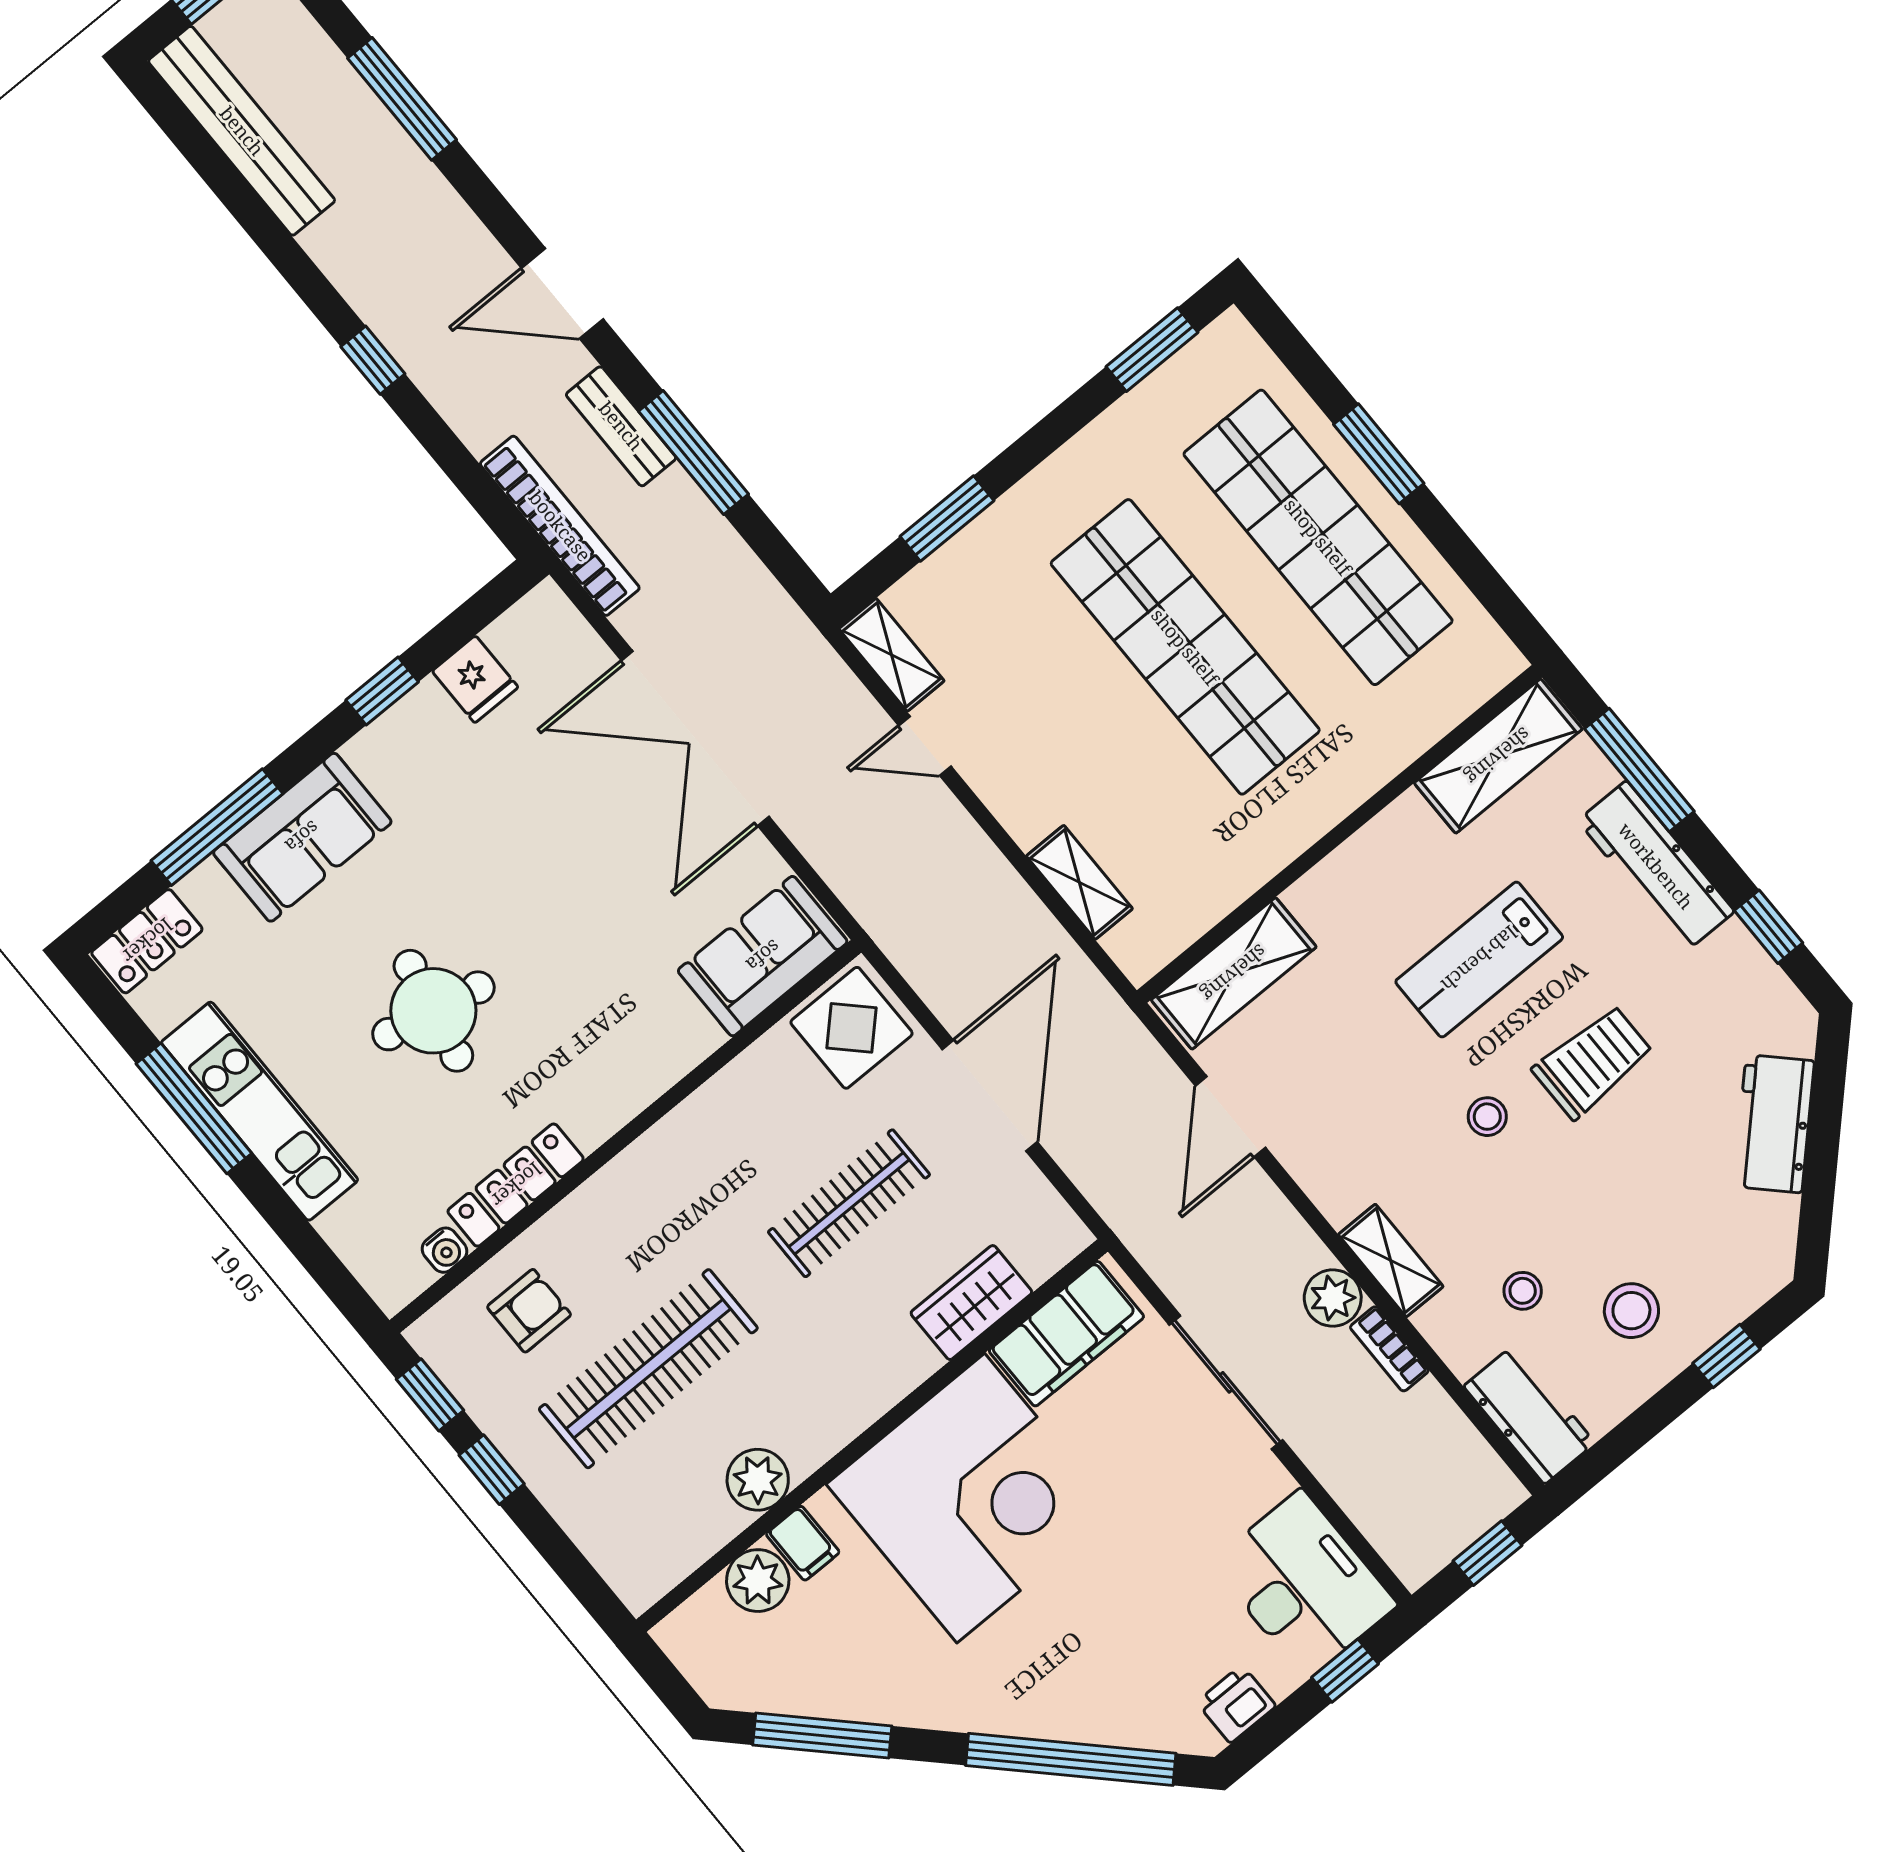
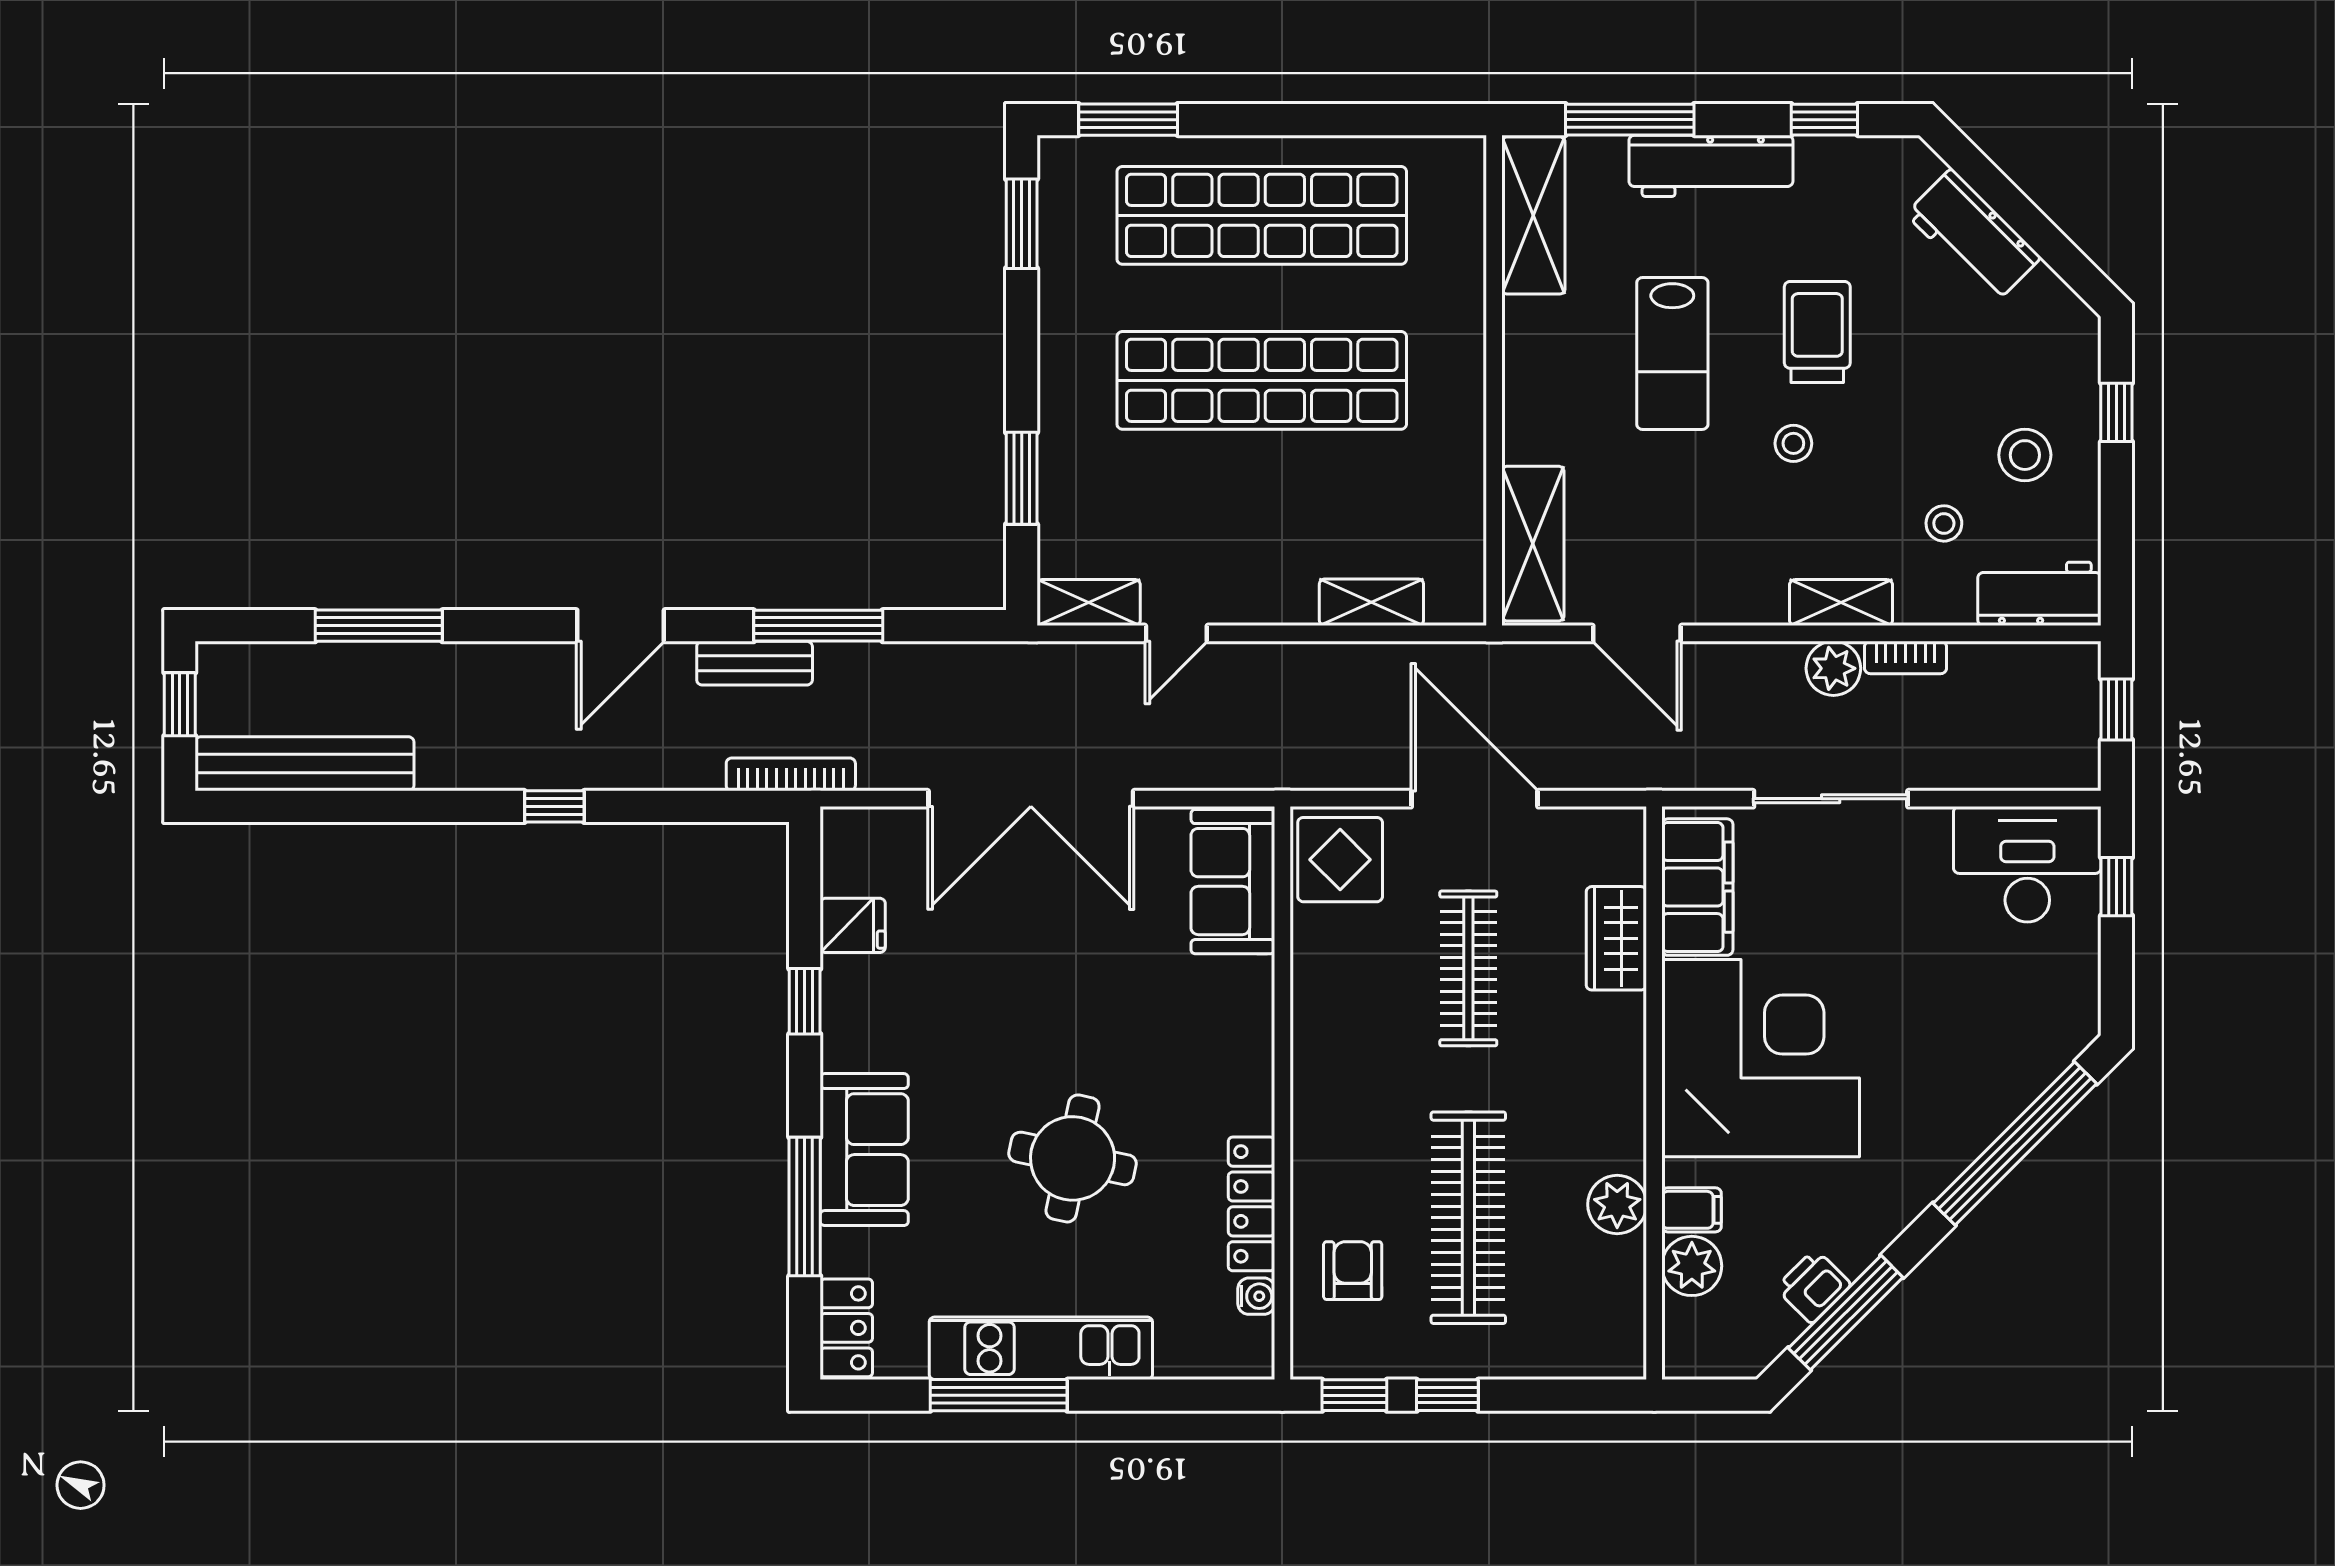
window: (1379, 454) -> (1128, 120), moved
bookcase: (560, 526) -> (791, 774), width x0.68, depth x0.76
printer: (1236, 1704) -> (1813, 1286), moved, turned 45

